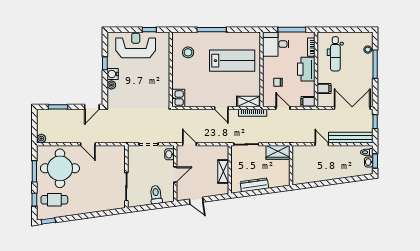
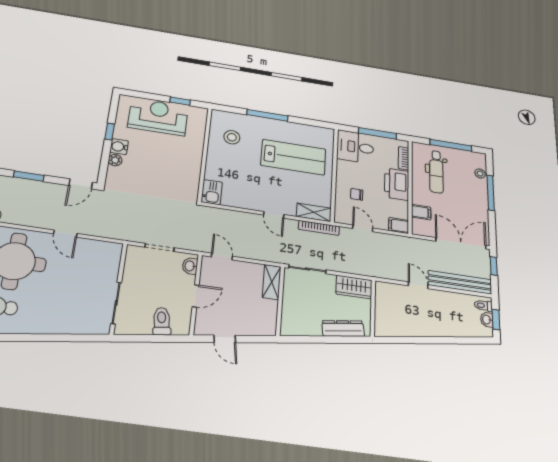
window: (346, 30) -> (451, 145), added
shelving: (223, 172) -> (272, 282), moved
dresser: (254, 185) -> (343, 328), moved

